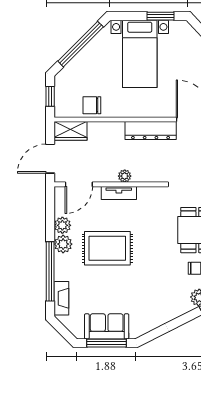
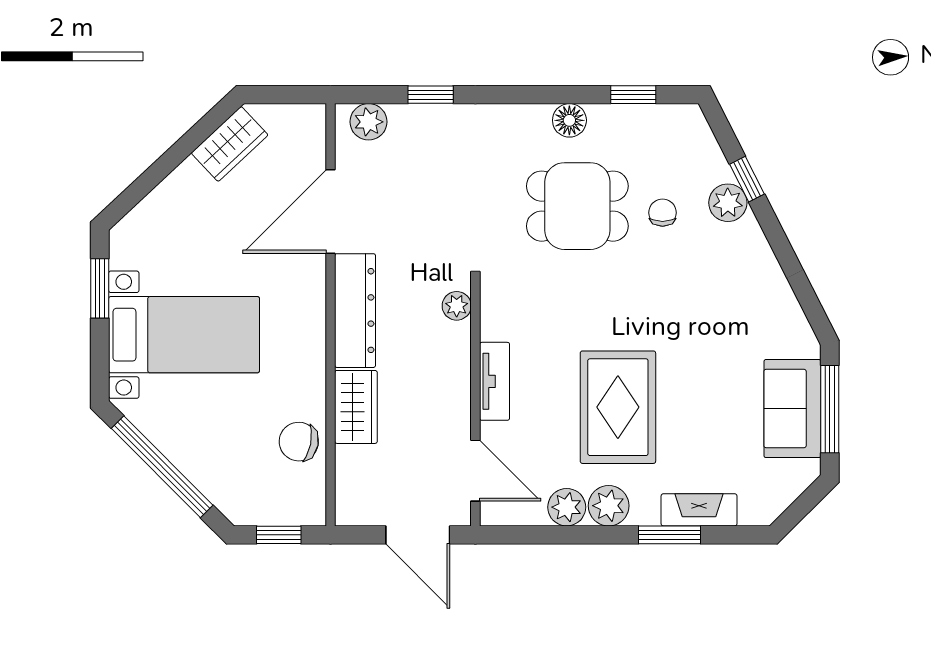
chair: (92, 105) -> (299, 442), turned 101
wardrobe: (70, 131) -> (356, 407), moved
plant: (125, 176) -> (457, 306), moved
window: (50, 271) -> (669, 535), width x0.47
fireplace: (61, 298) -> (699, 510), moved

